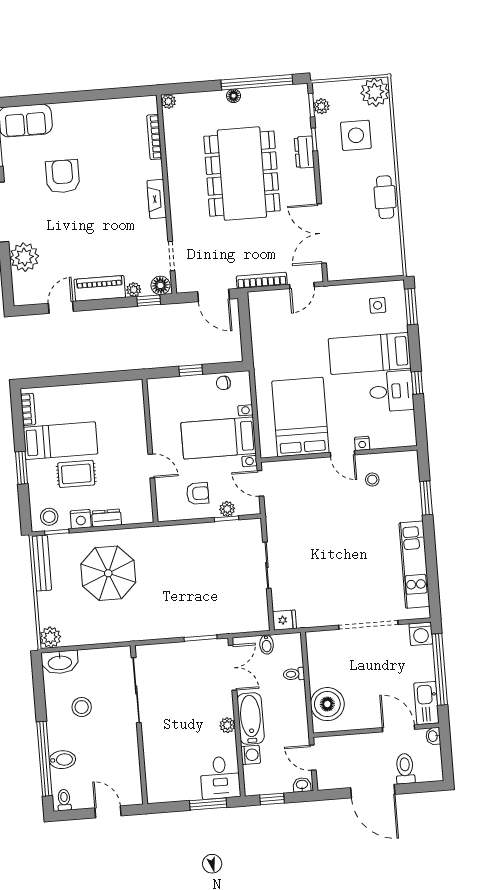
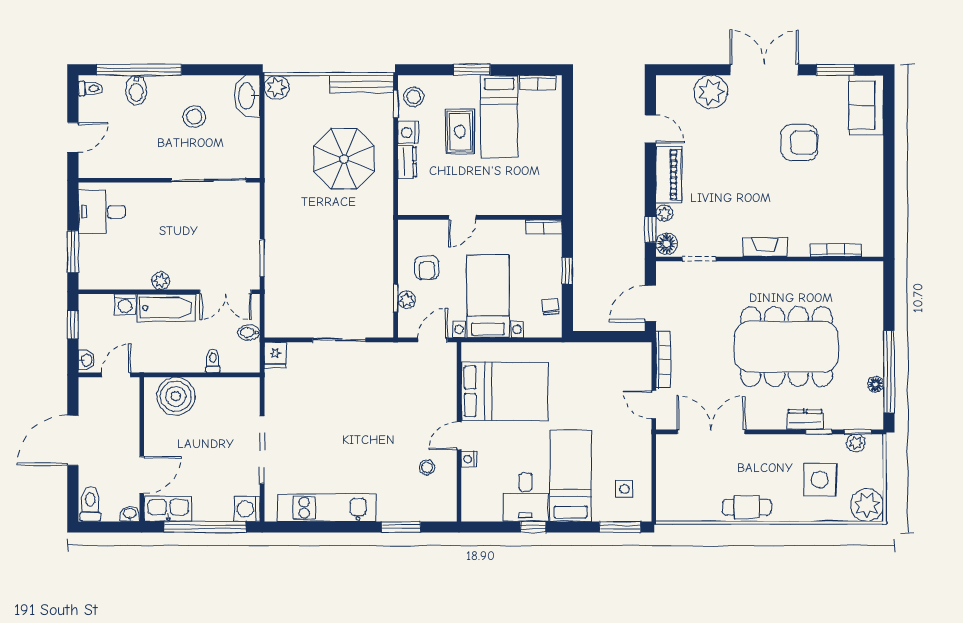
floor lamp: (234, 96) -> (876, 384), moved
plant: (168, 101) -> (875, 270), removed
bookcase: (154, 394) -> (544, 227), added
toilet: (405, 769) -> (90, 504), moved, turned -90
desk: (220, 778) -> (102, 212), moved

